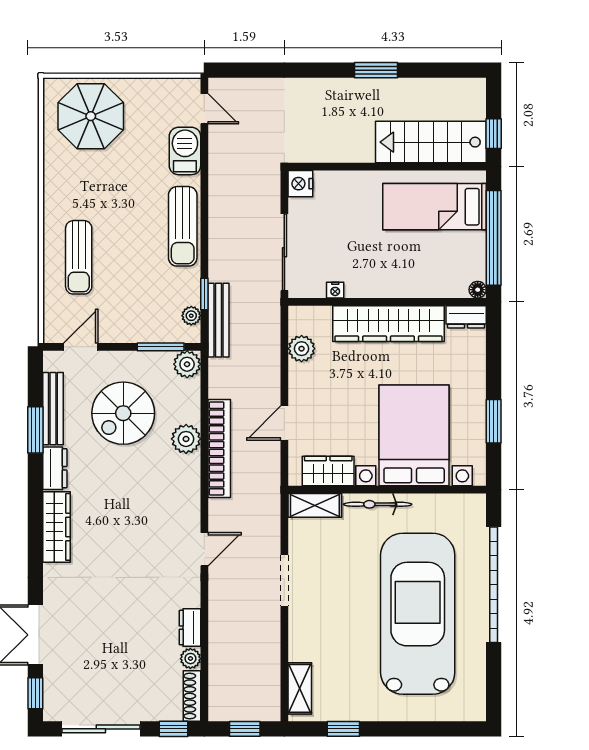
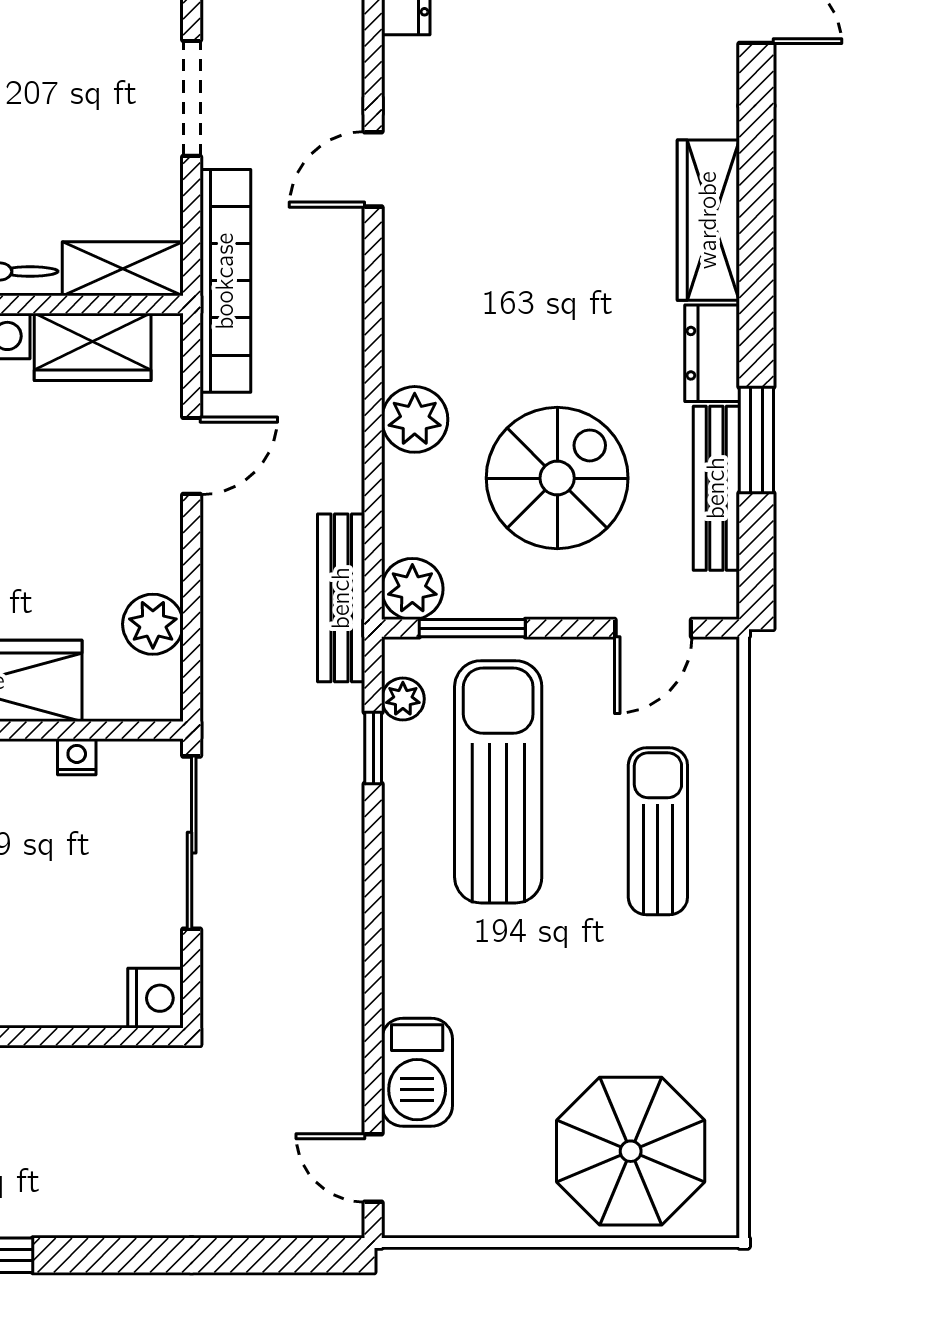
sun lounger: (183, 226) -> (498, 782), moved, width x1.36, depth x1.34
bench: (218, 320) -> (341, 598), moved
bookcase: (219, 449) -> (225, 281), moved, turned 180

